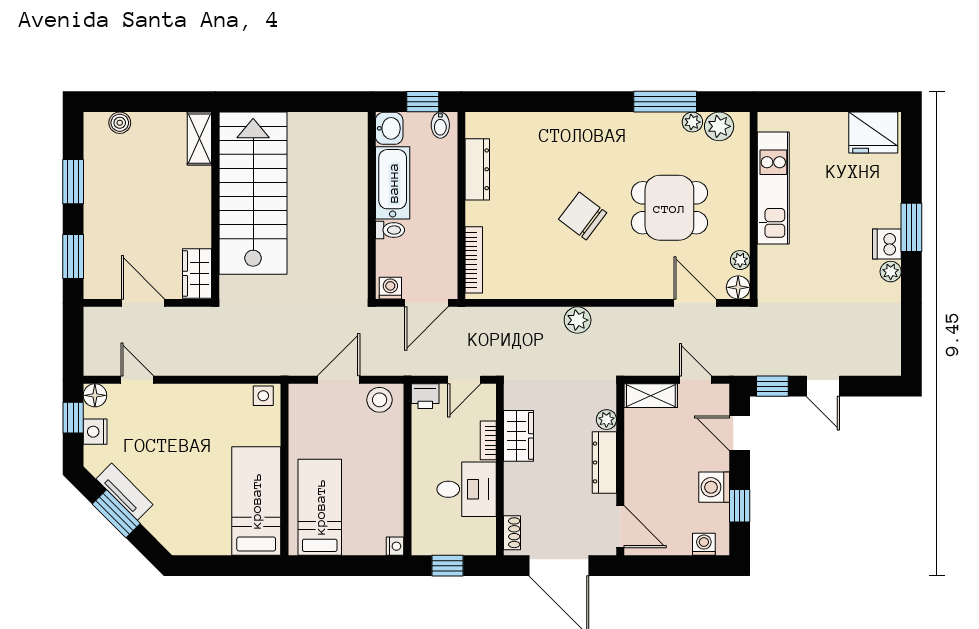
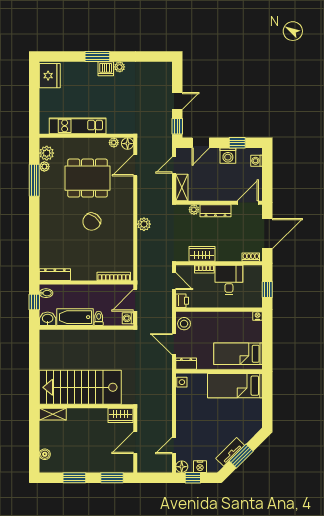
dresser: (477, 169) -> (55, 275), moved
dining table: (669, 208) -> (88, 178), width x1.37
door: (426, 303) -> (135, 300), swing flipped
dresser: (300, 404) -> (186, 364), added

